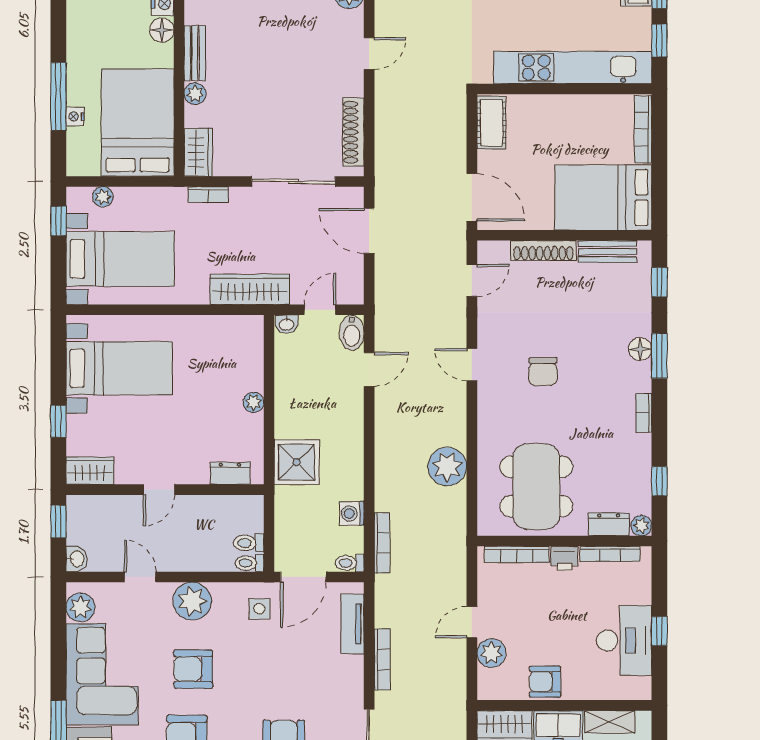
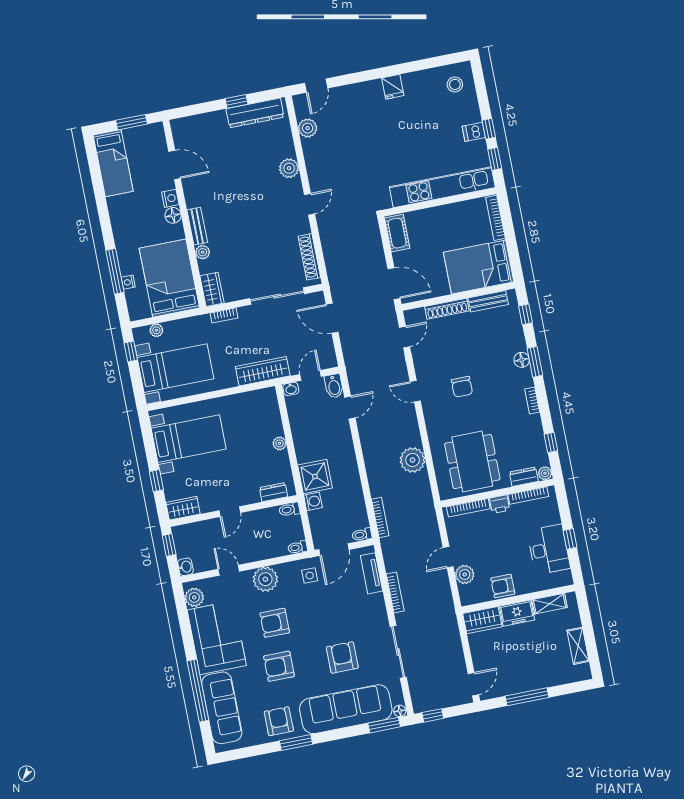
washing machine: (352, 513) -> (313, 501), moved, turned 180
toilet: (249, 543) -> (289, 510), moved

